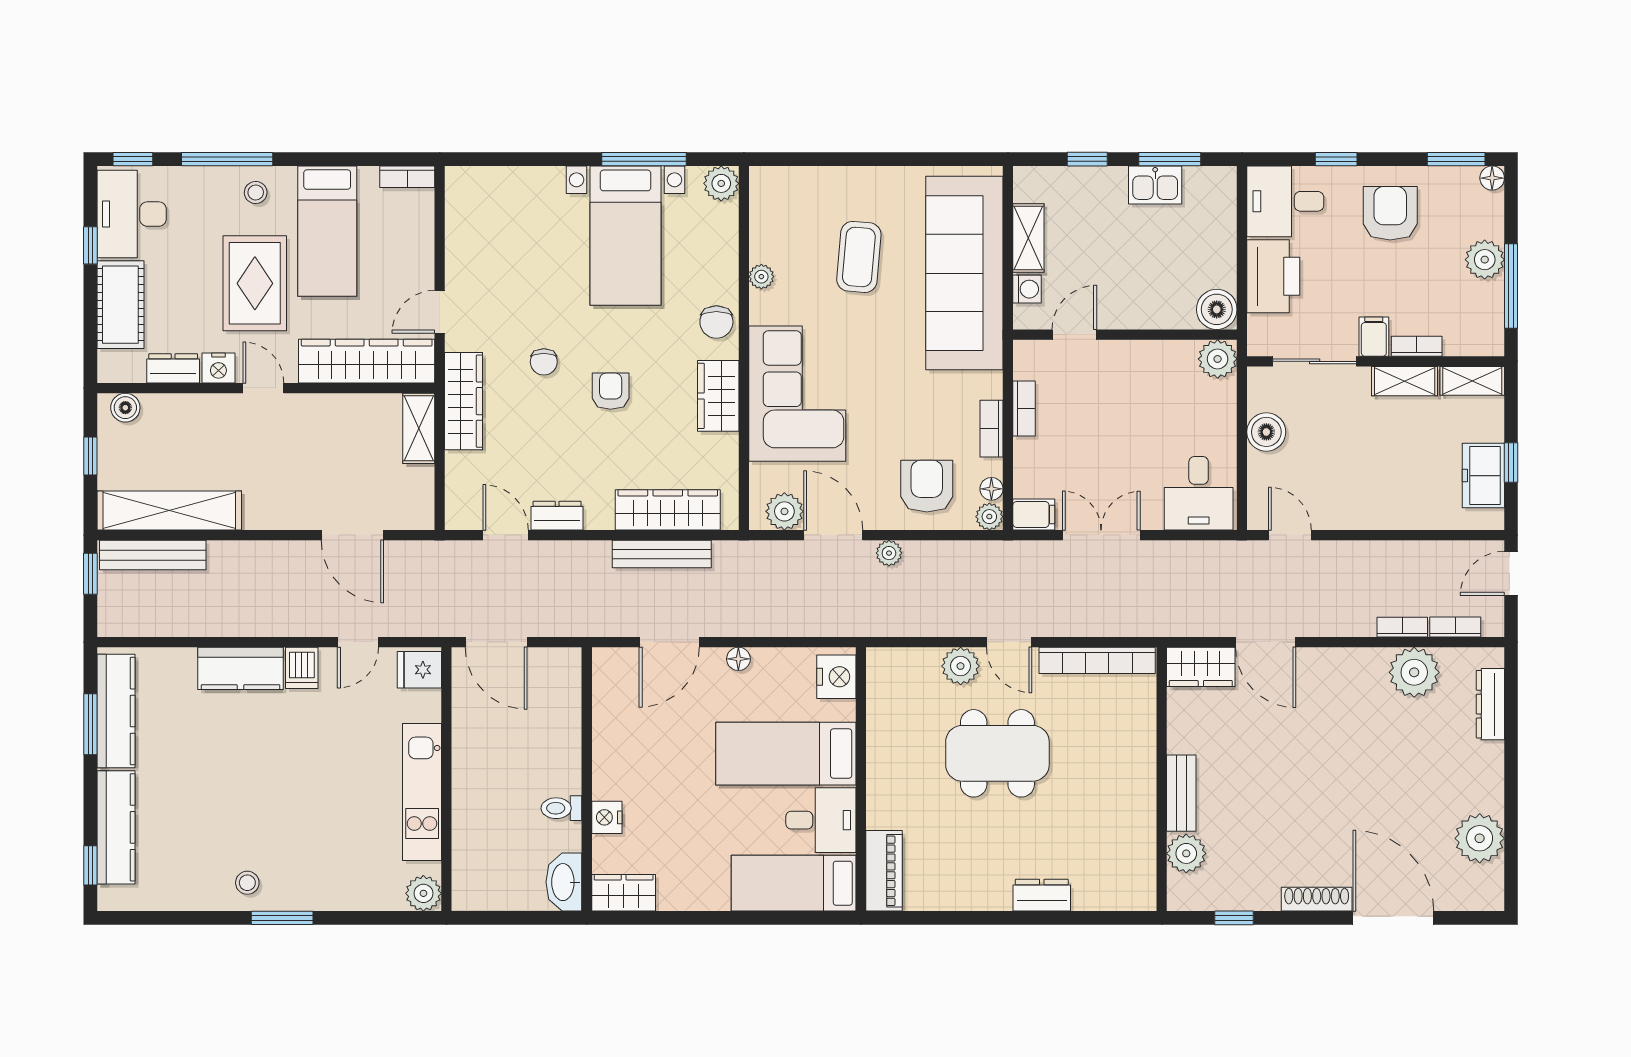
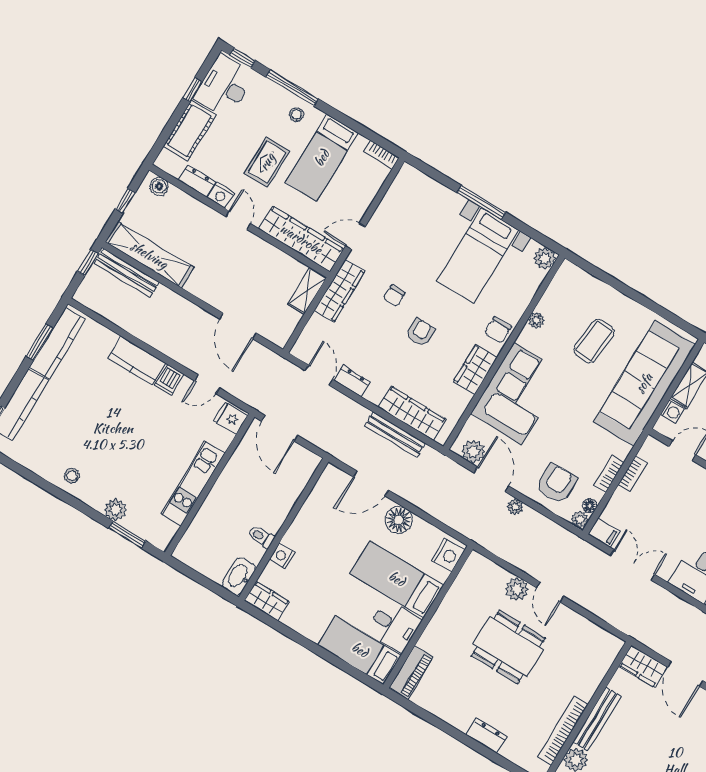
window: (644, 159) -> (481, 202), moved
rug: (255, 283) -> (267, 162), width x0.73, depth x0.70
floor lamp: (738, 659) -> (399, 520), width x1.89, depth x1.89
bookcase: (1097, 660) -> (563, 731), moved, turned 90
bench: (1181, 793) -> (597, 719), width x1.36
plant: (423, 893) -> (116, 510), moved
window: (282, 918) -> (127, 535), moved

